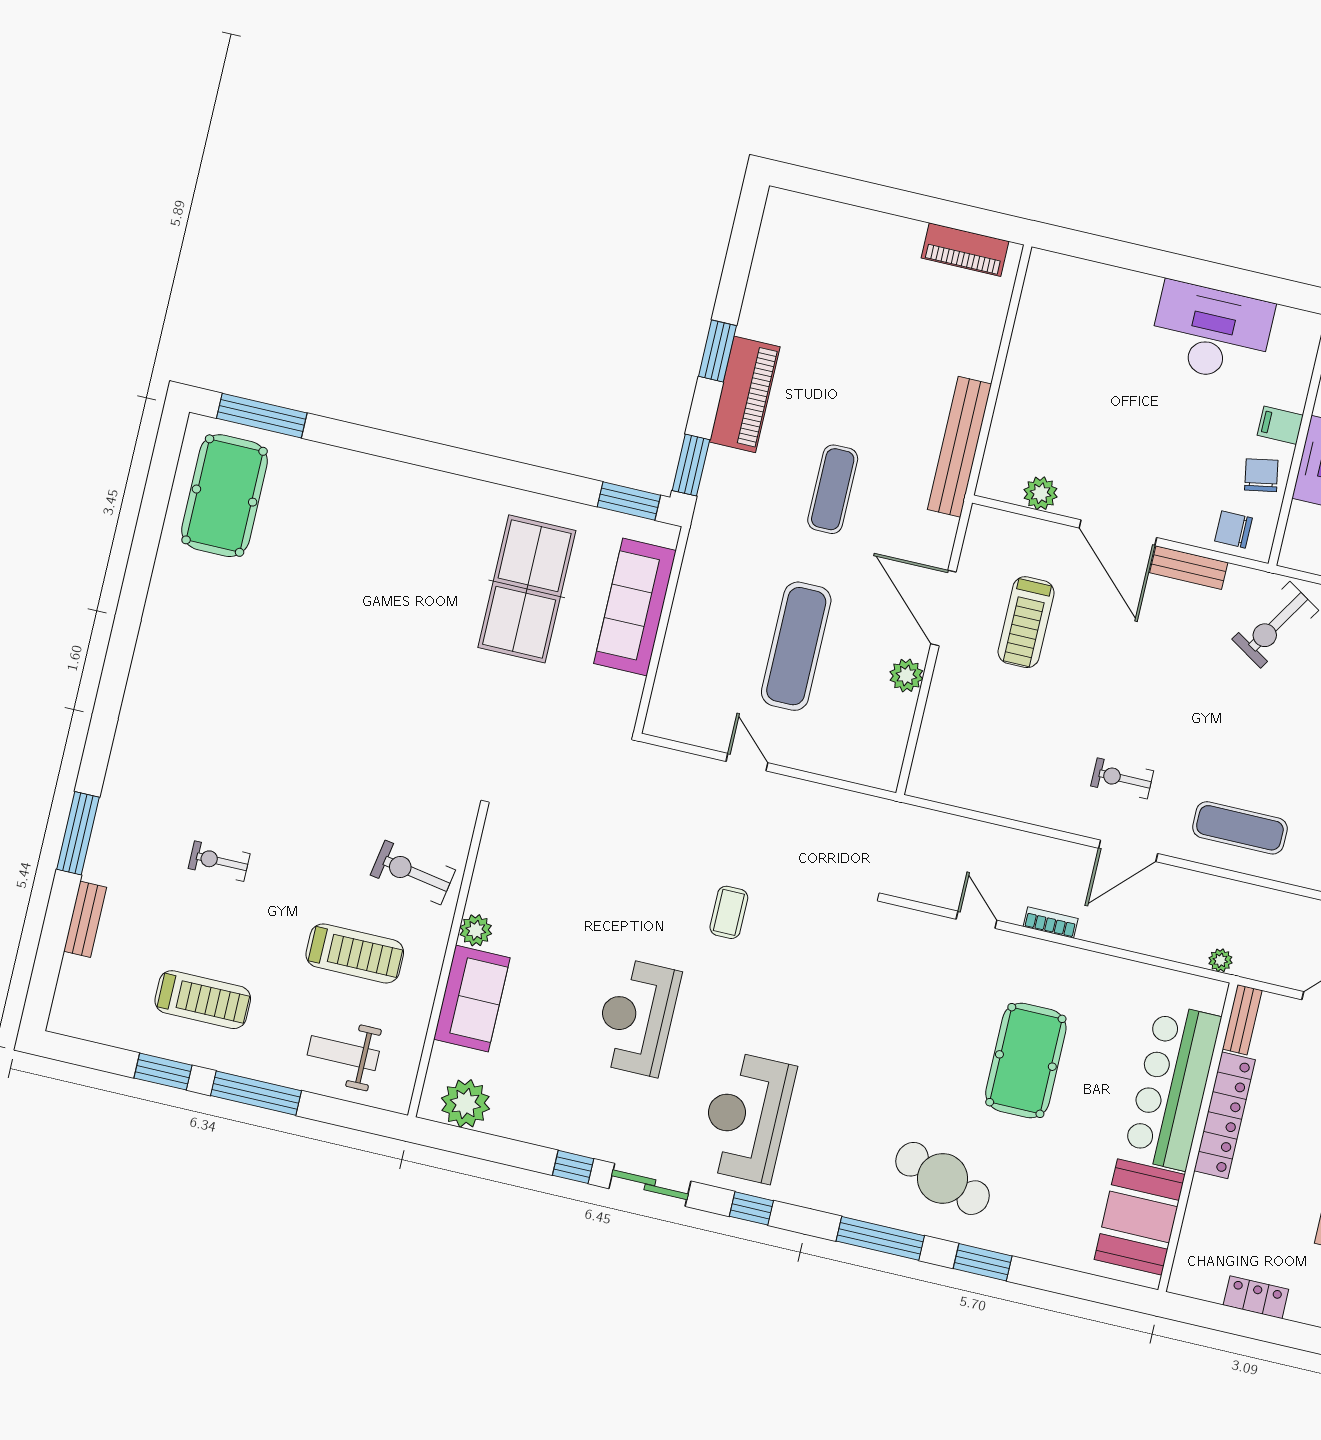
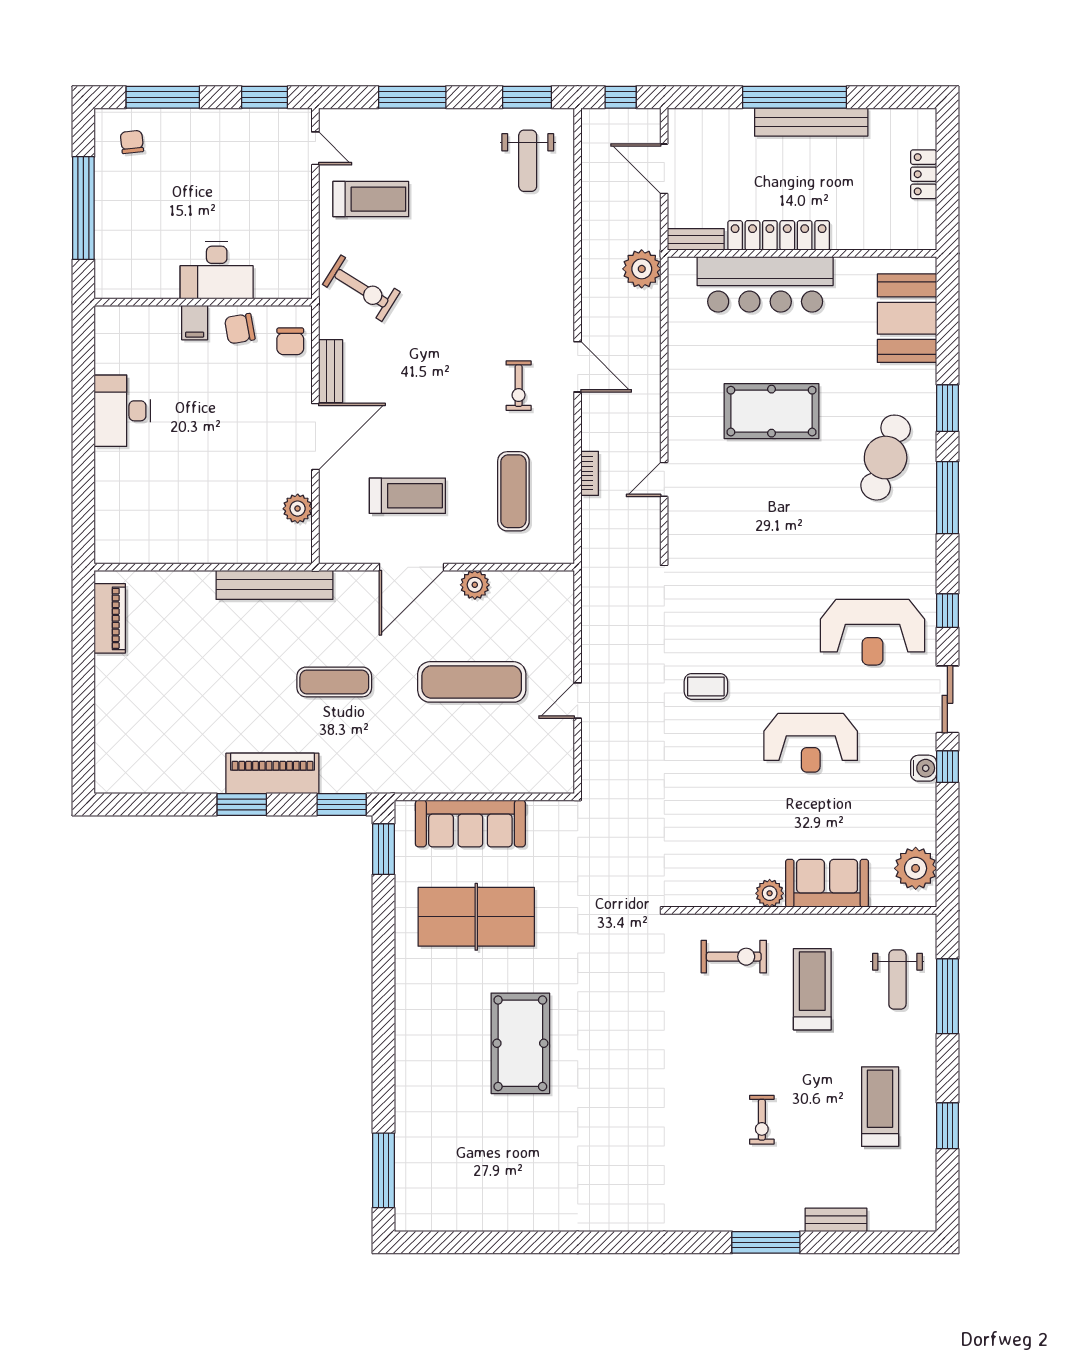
desk: (1211, 332) -> (122, 411), width x0.73, depth x0.77
pool table: (225, 496) -> (520, 1043), moved, turned 90
exercise mat: (1240, 828) -> (513, 491), moved
exercise bike: (413, 872) -> (734, 957), turned -100
bookcase: (1051, 922) -> (590, 473), moved, turned 180
plant: (1220, 960) -> (642, 269), width x1.88, depth x1.88
window: (256, 1093) -> (947, 996), moved
water cooler: (578, 1139) -> (924, 768), added
booth: (1140, 1217) -> (907, 318), moved, turned 90

